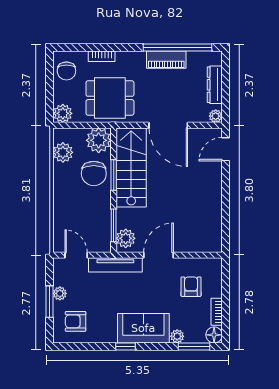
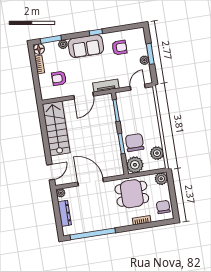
piano: (166, 60) -> (99, 225), removed
stairs: (131, 167) -> (56, 128), moved, turned 180
plant: (126, 238) -> (107, 103), removed
door: (76, 255) -> (138, 87), swing flipped
tv unit: (115, 265) -> (106, 86), width x0.71
armchair: (191, 287) -> (59, 78), turned 90
armchair: (76, 321) -> (119, 47), moved

